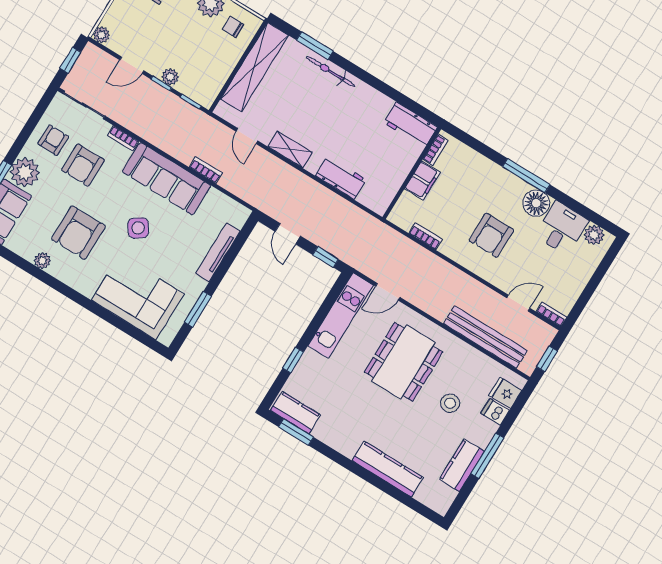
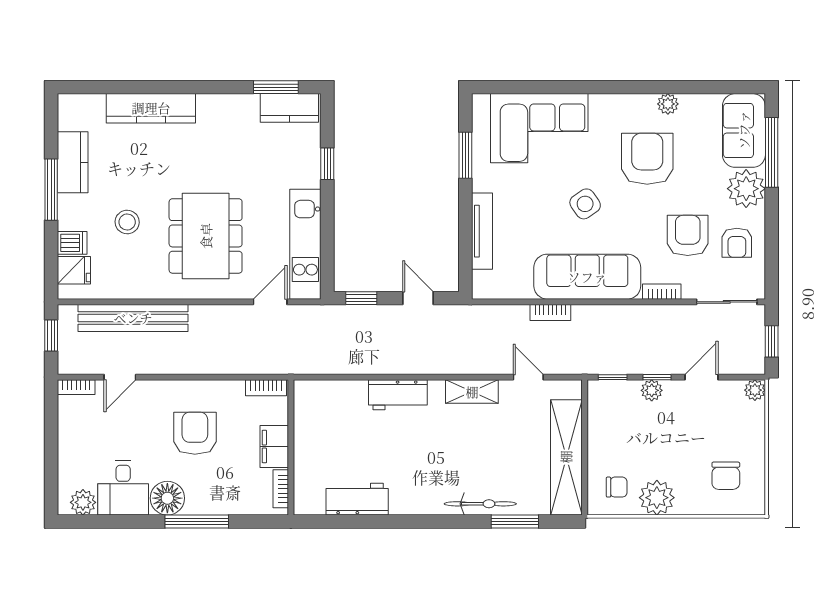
bookcase: (435, 150) -> (281, 489), moved
wall: (412, 173) -> (291, 447), moved
filing cabinet: (422, 181) -> (274, 447), moved

